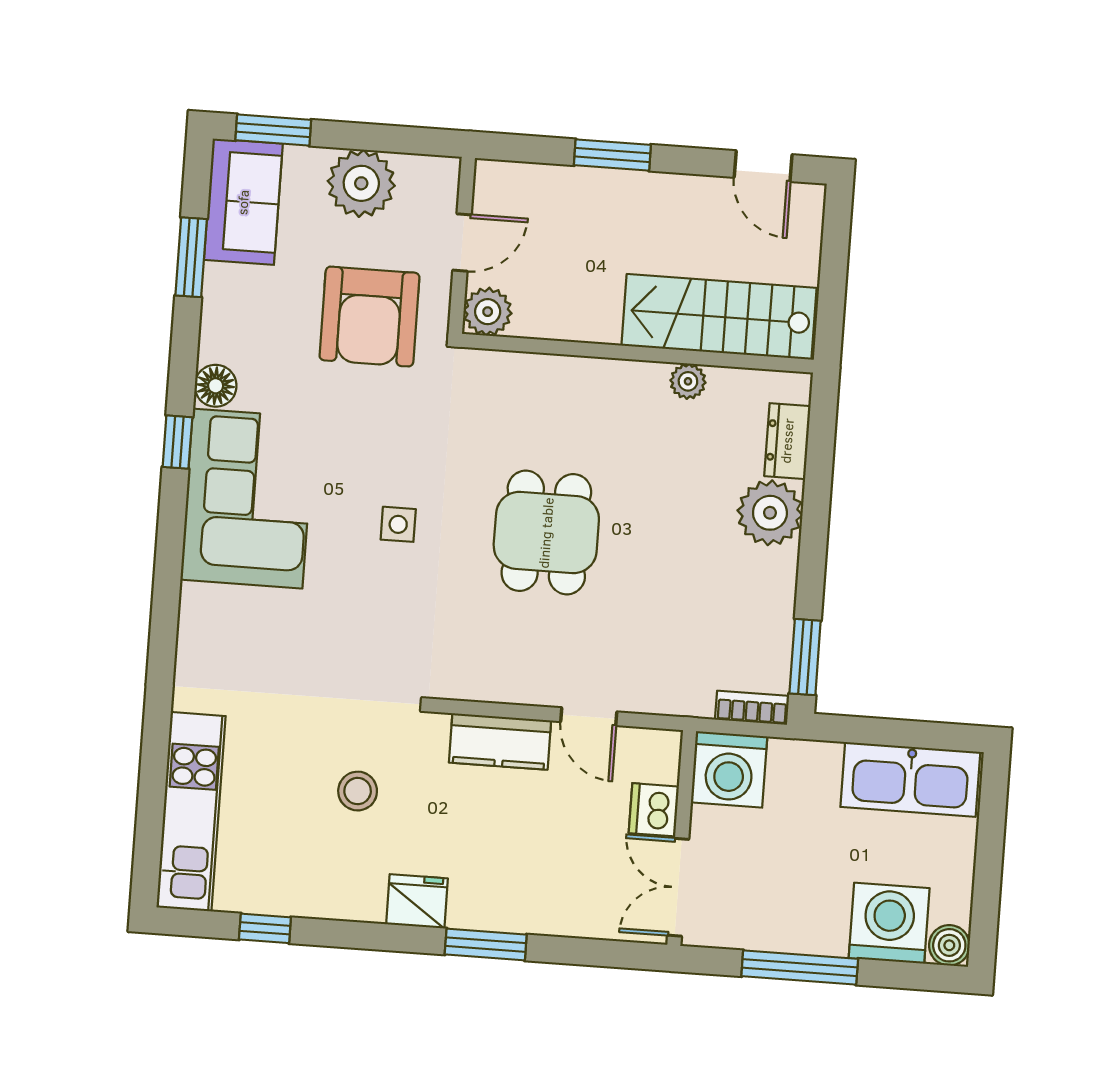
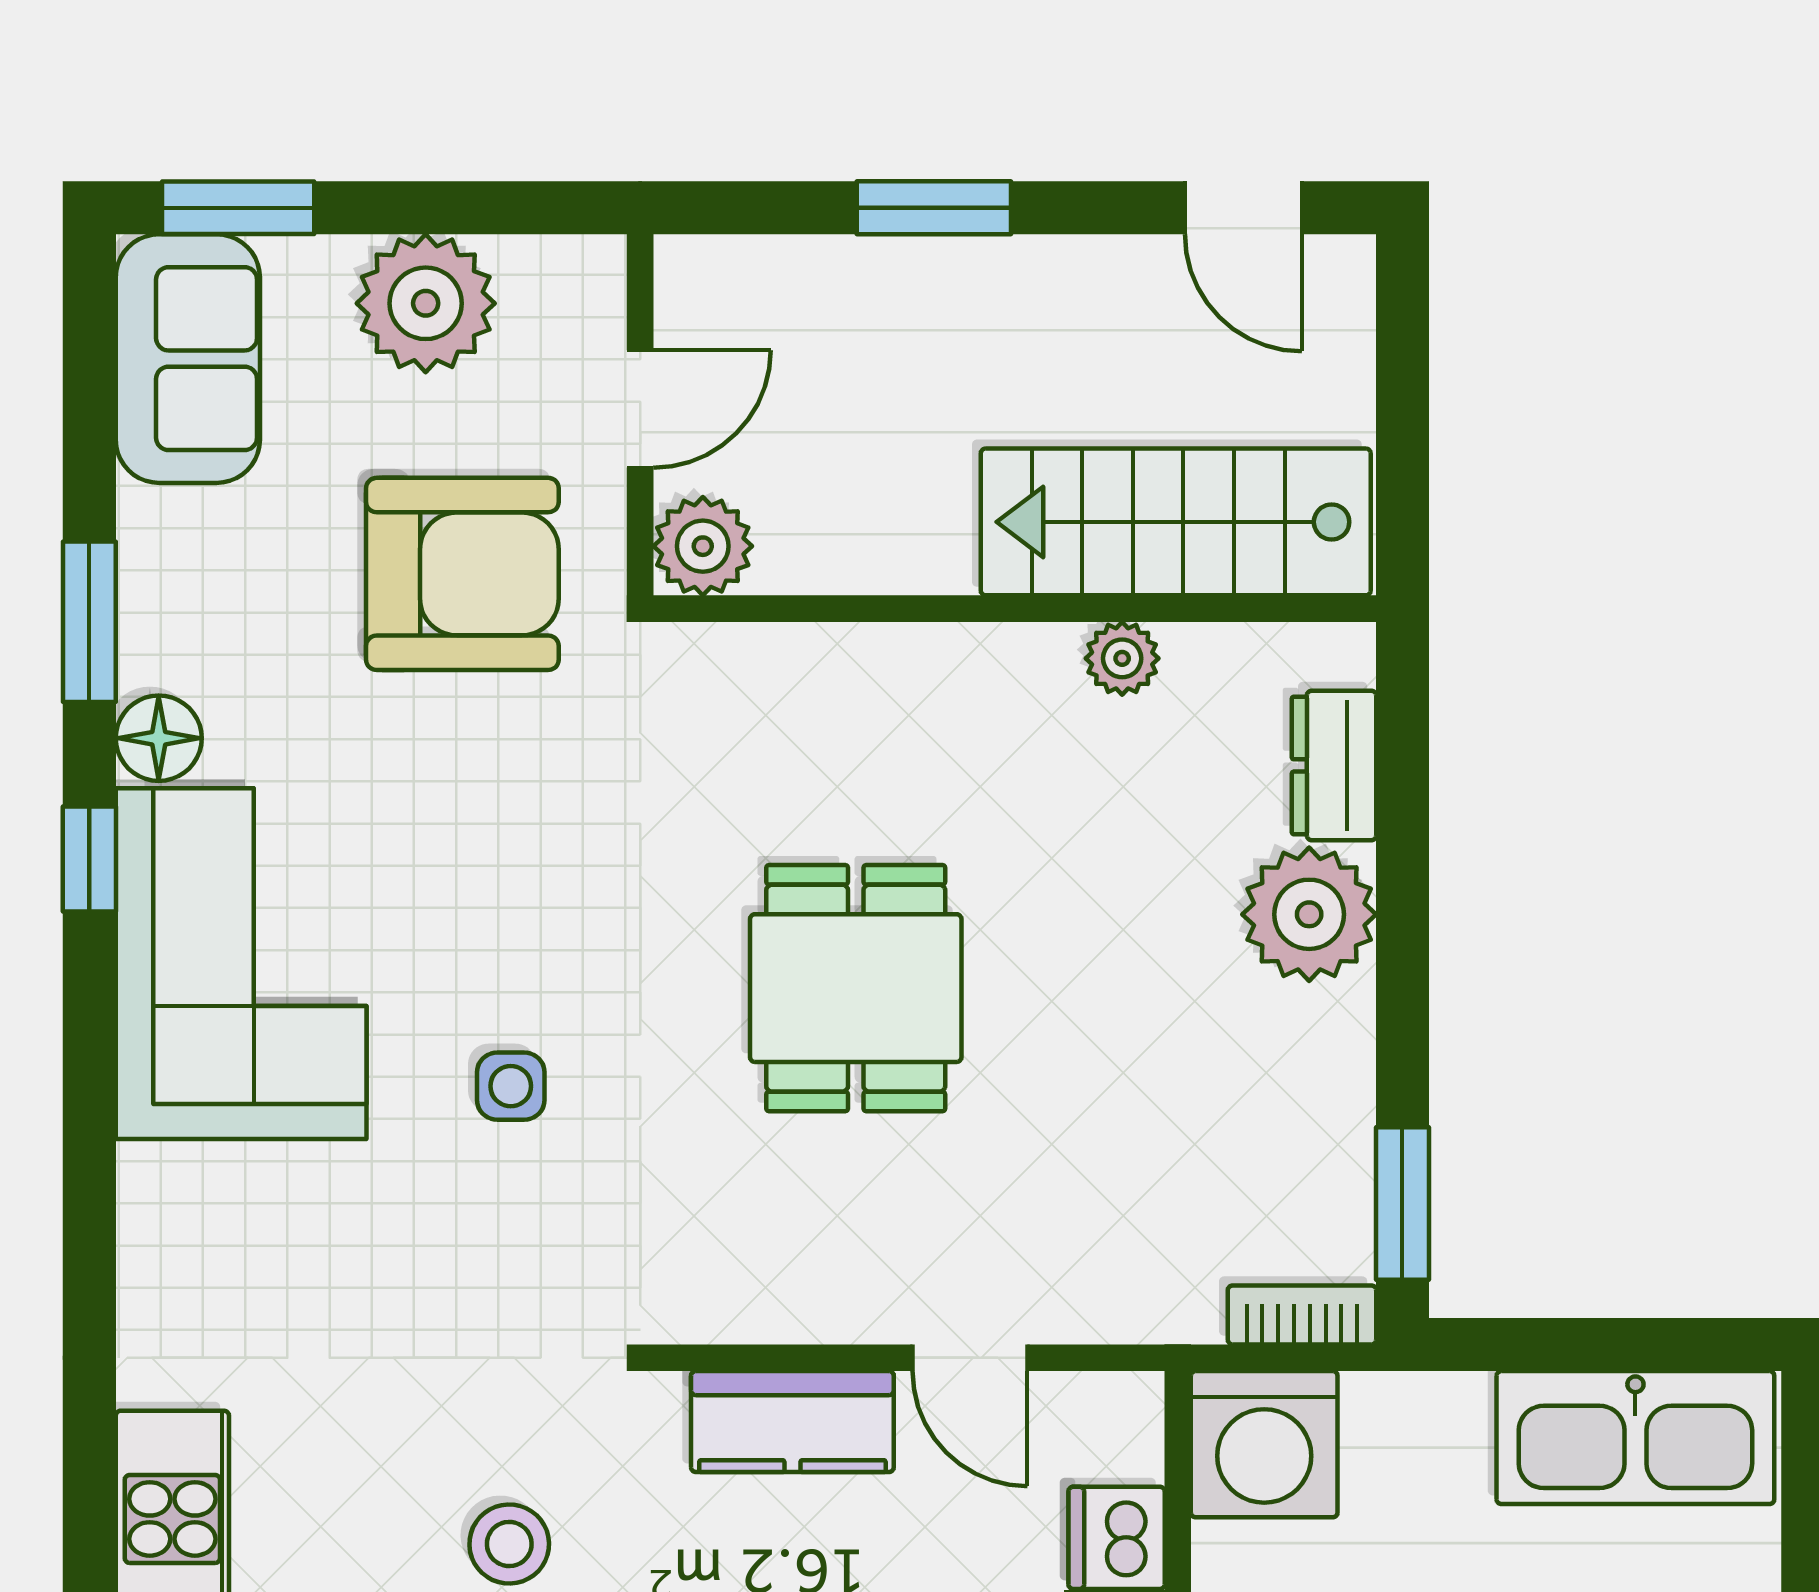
window: (191, 257) -> (89, 622), moved
armchair: (369, 317) -> (462, 574), turned -90
side table: (398, 524) -> (511, 1086), moved

